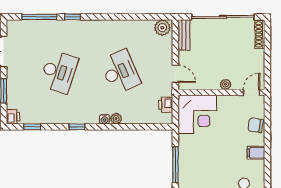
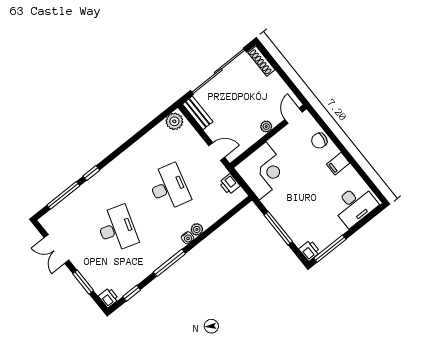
desk: (120, 72) -> (169, 187), turned 39
window: (77, 127) -> (169, 263), width x2.17

